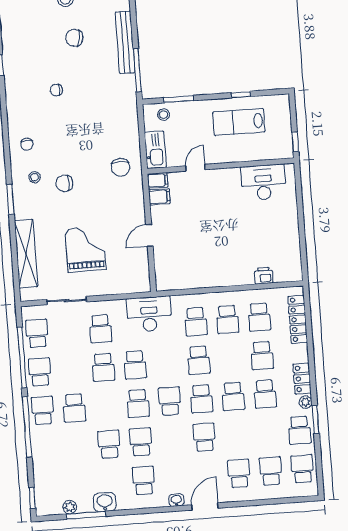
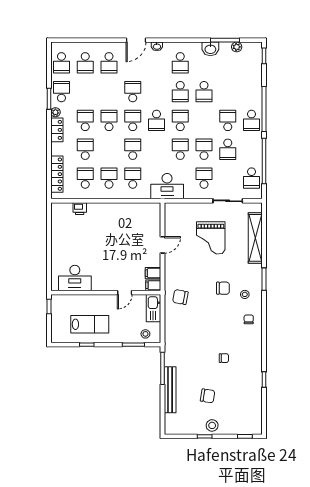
chair: (121, 167) -> (180, 297), turned -79
school desk: (40, 372) -> (228, 149), moved
school desk: (204, 437) -> (133, 92), turned 180

